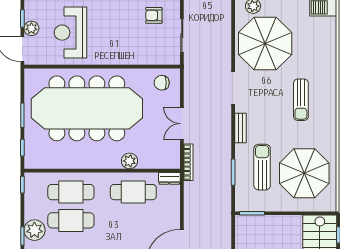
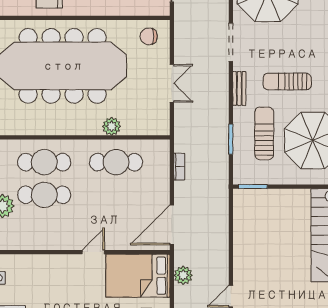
sun lounger: (301, 100) -> (287, 82), moved, turned 90
double door: (182, 124) -> (172, 83), swing flipped
bookcase: (188, 162) -> (179, 167), moved, width x0.64
dresser: (169, 178) -> (157, 146), removed

